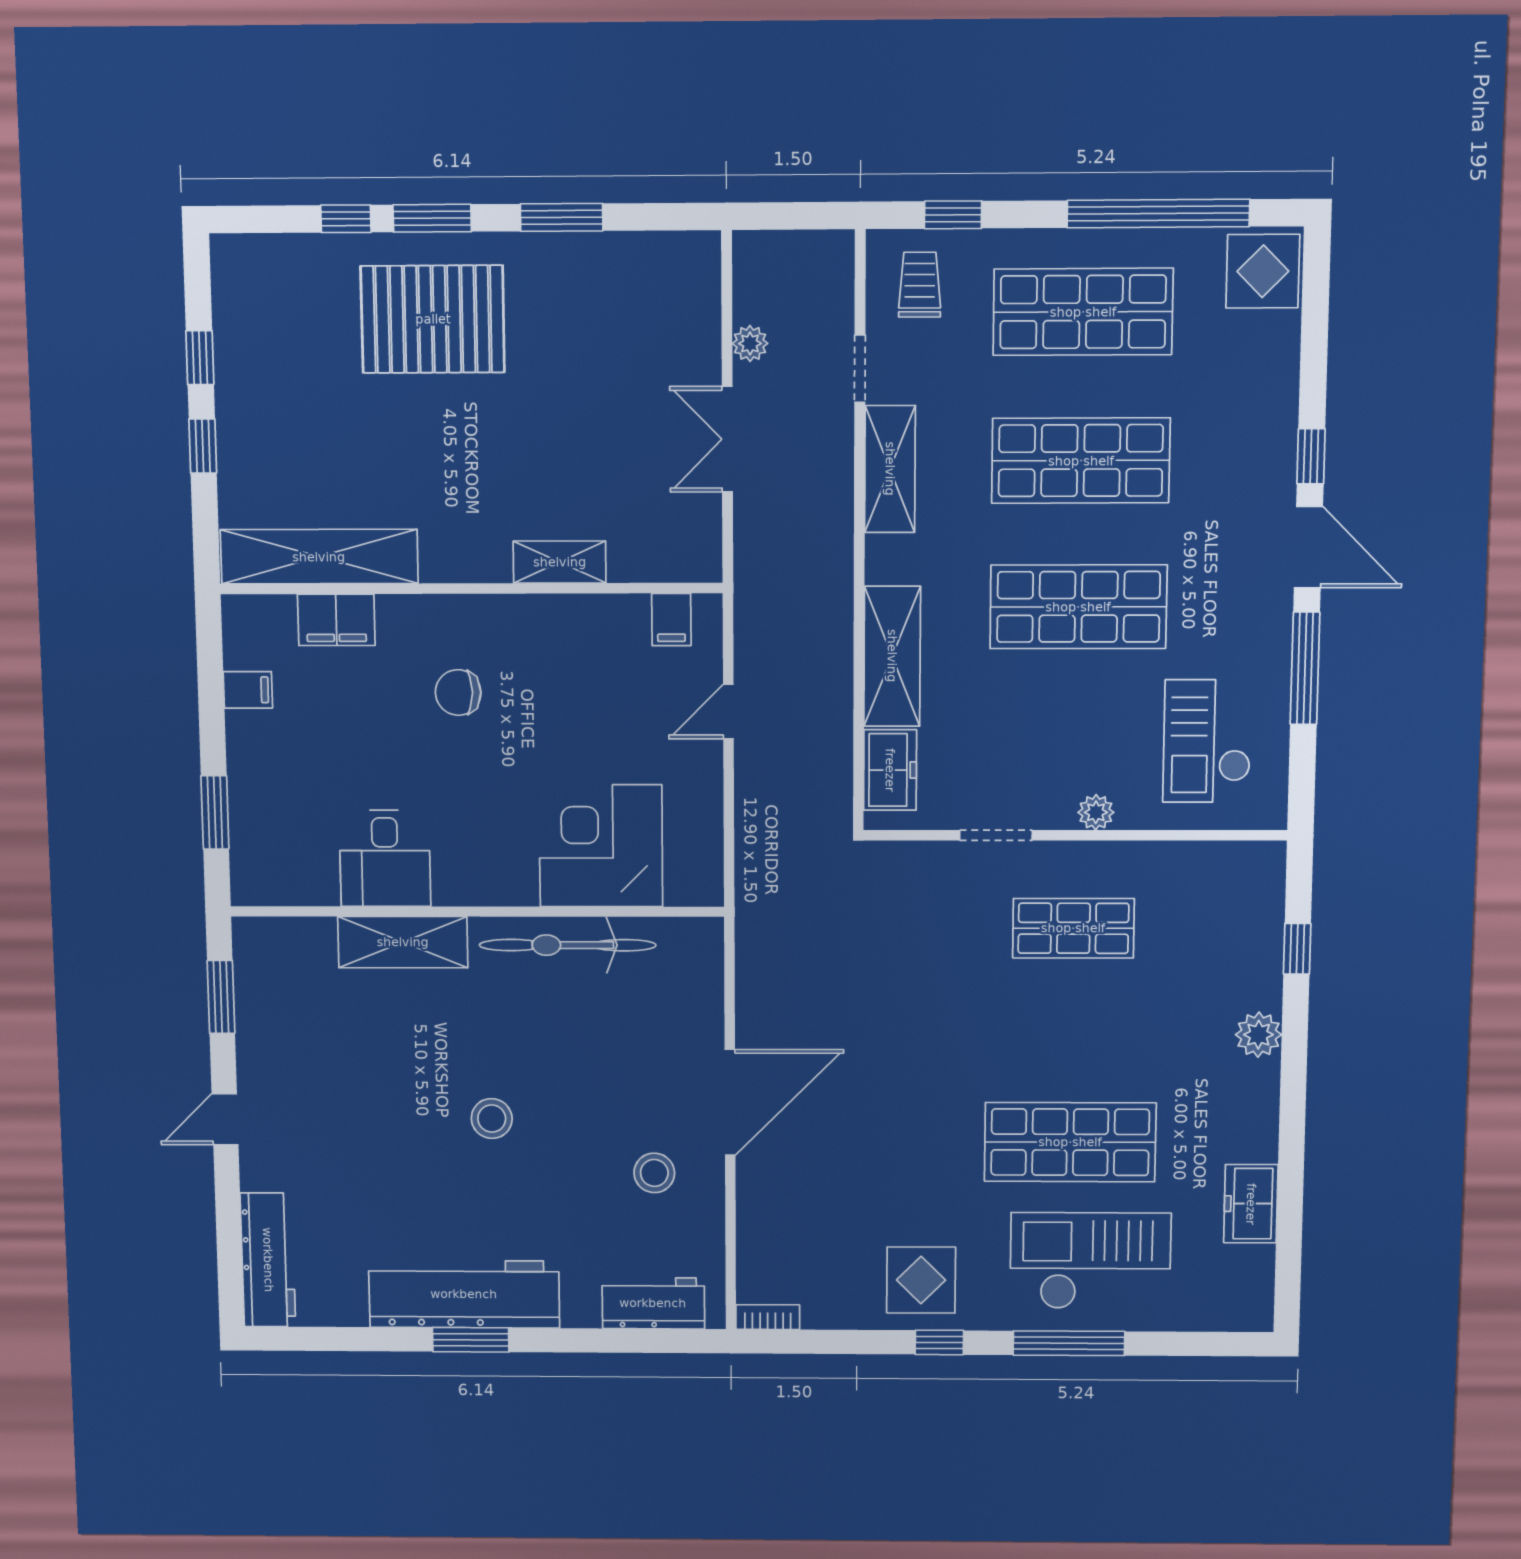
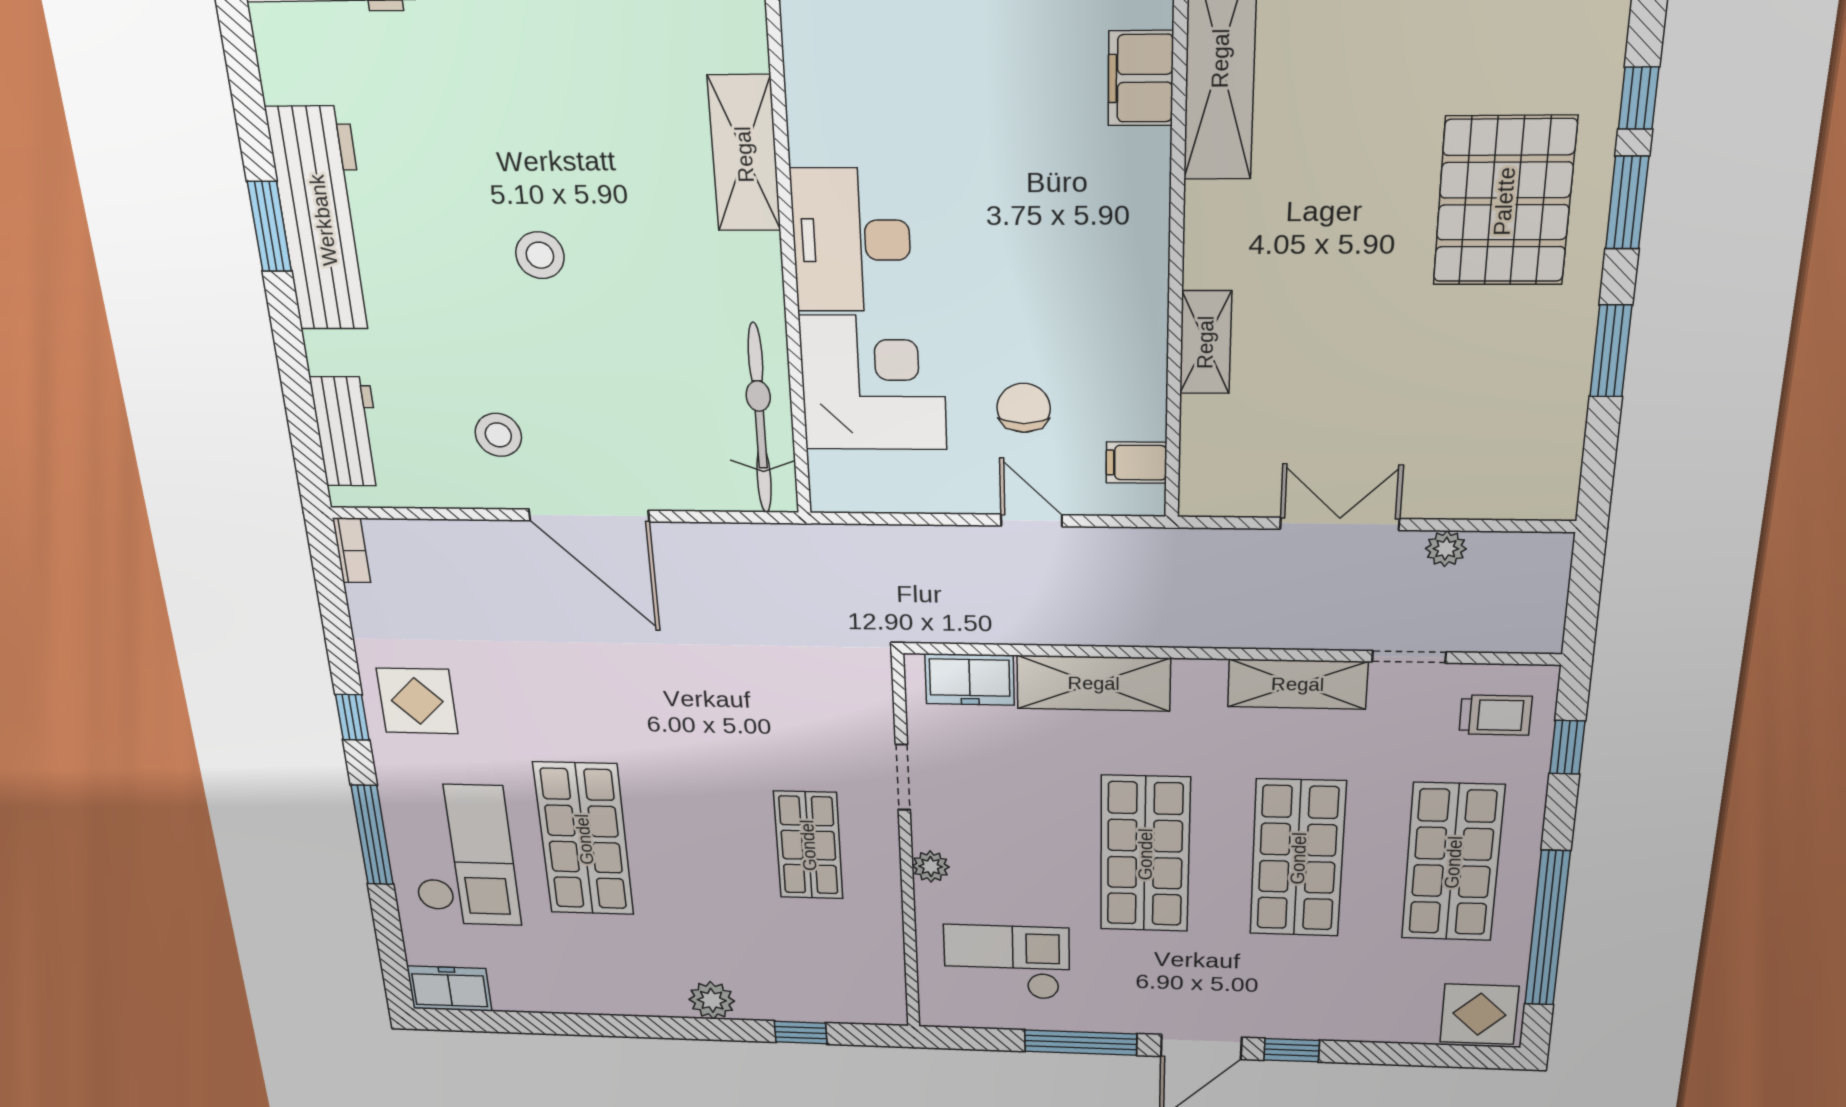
chair: (458, 693) -> (1024, 408), moved
desk: (385, 858) -> (851, 240), moved, width x1.37
bicycle: (568, 945) -> (760, 419), moved
freezer: (1251, 1204) -> (449, 989), moved

